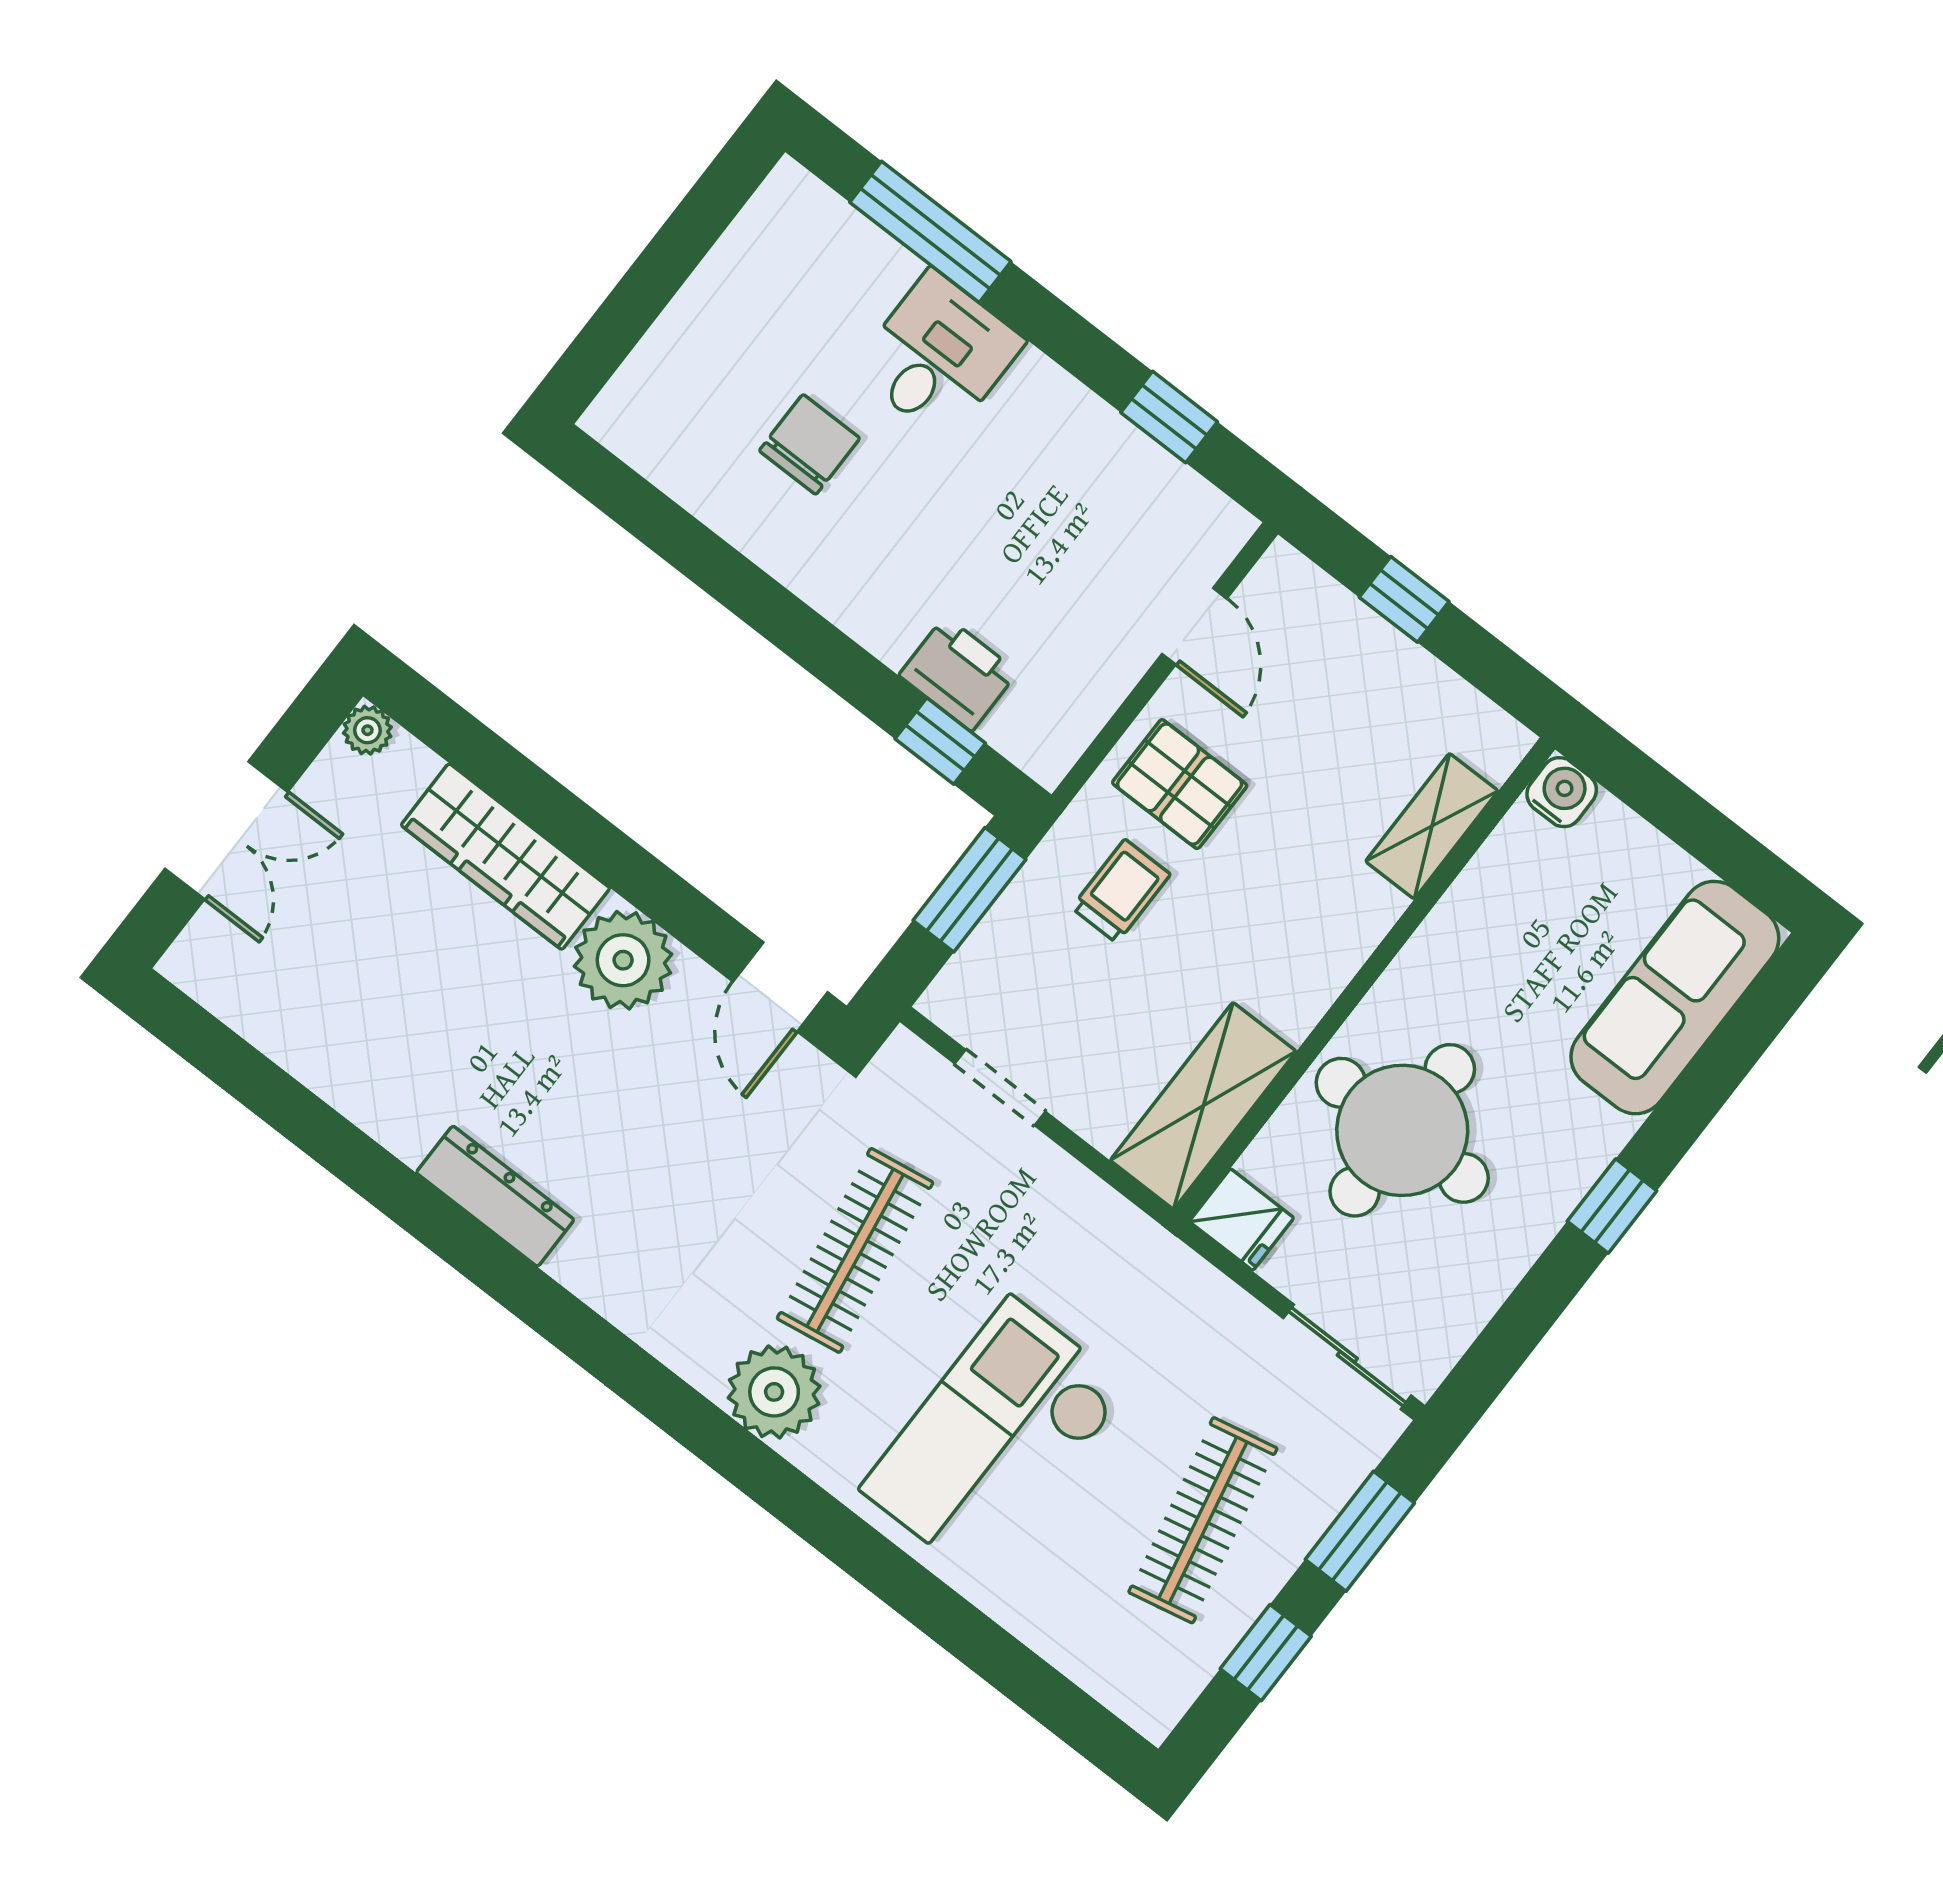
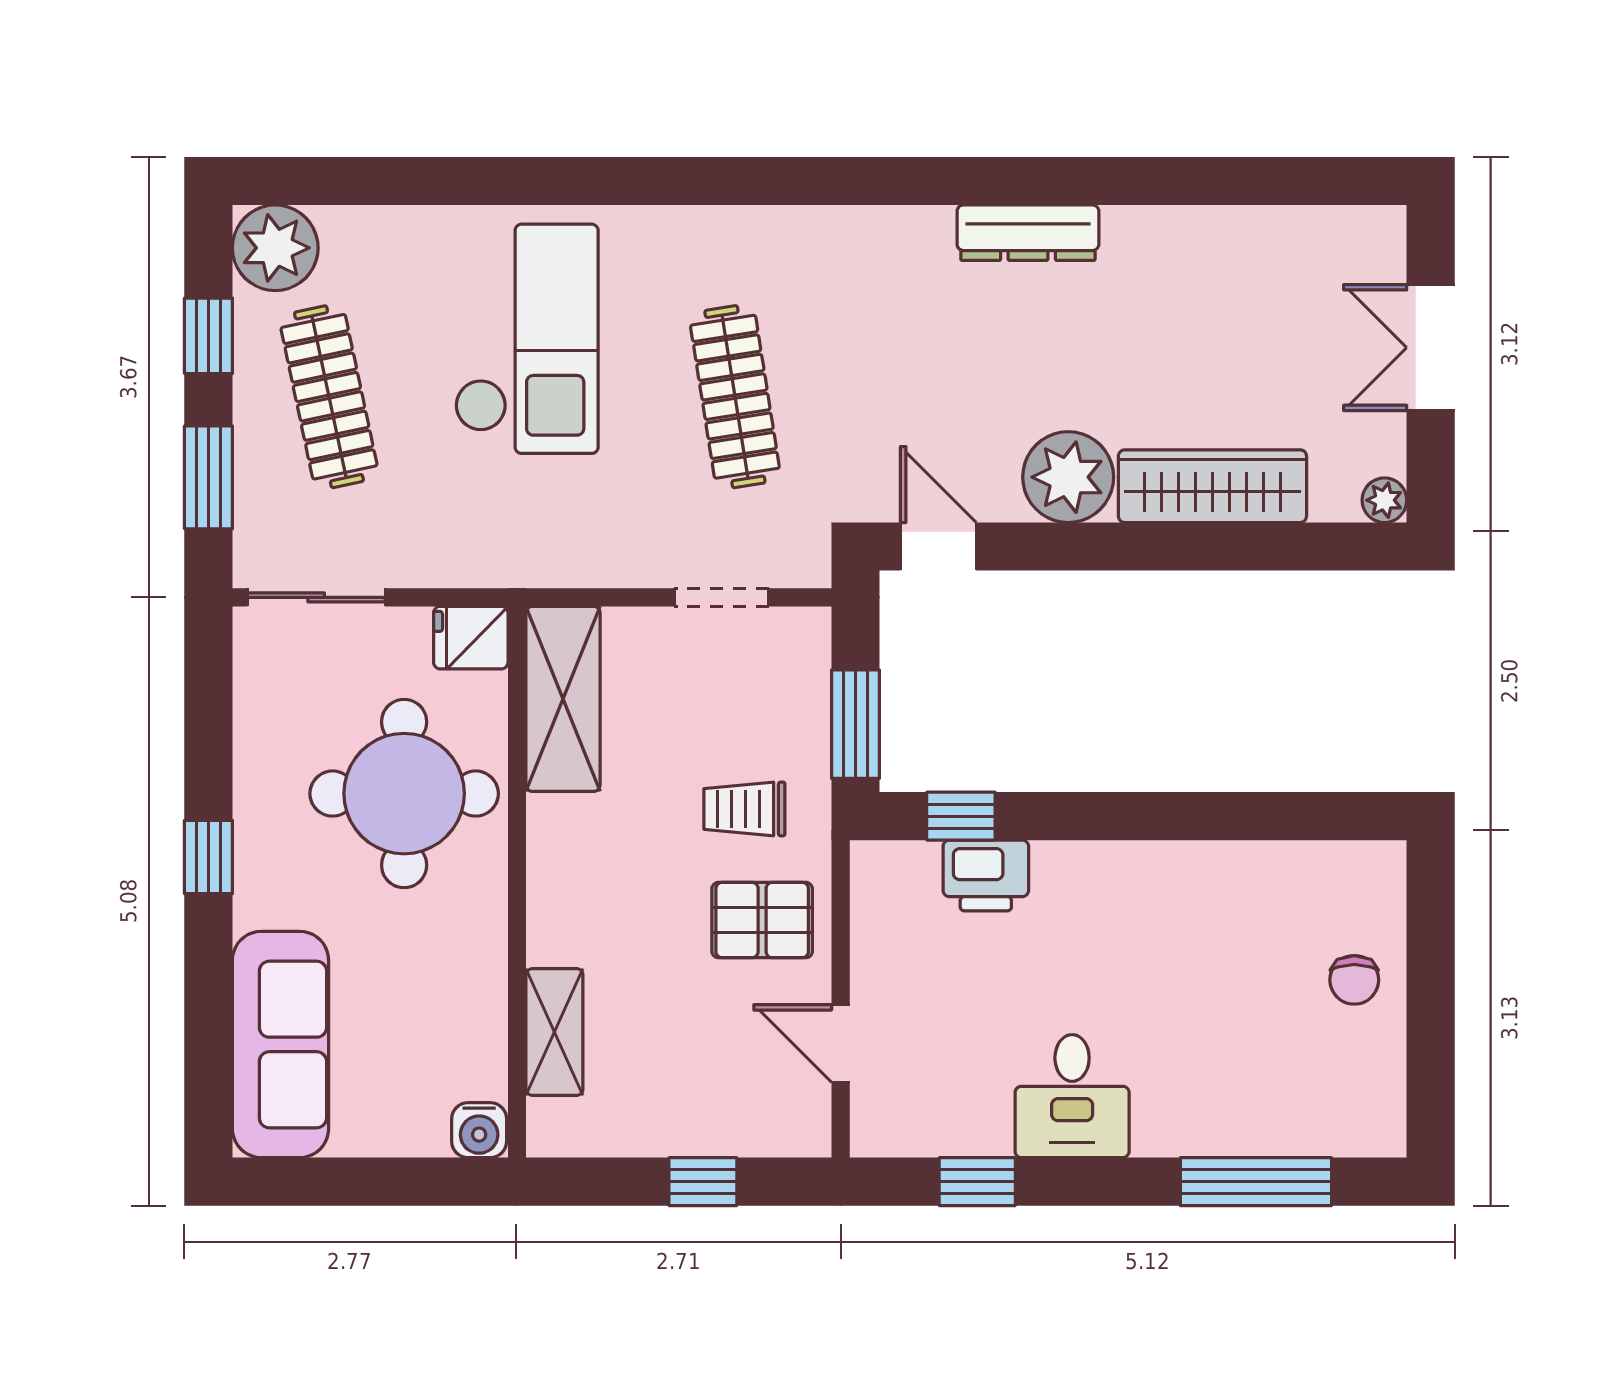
desk: (938, 355) -> (1072, 1096), moved
chair: (809, 444) -> (1354, 980), moved, width x0.73, depth x0.73
trolley: (1121, 891) -> (744, 809), turned 90
plant: (774, 1392) -> (275, 248), moved

